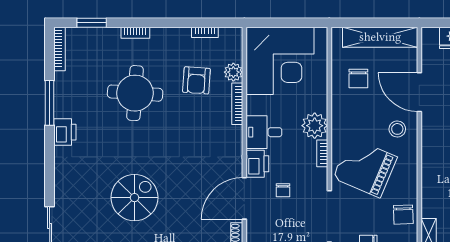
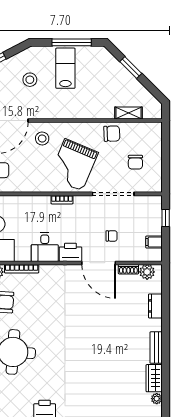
plant: (315, 126) -> (39, 206), removed
chair: (283, 190) -> (112, 236), moved
spiral stairs: (135, 198) -> (98, 352), removed

